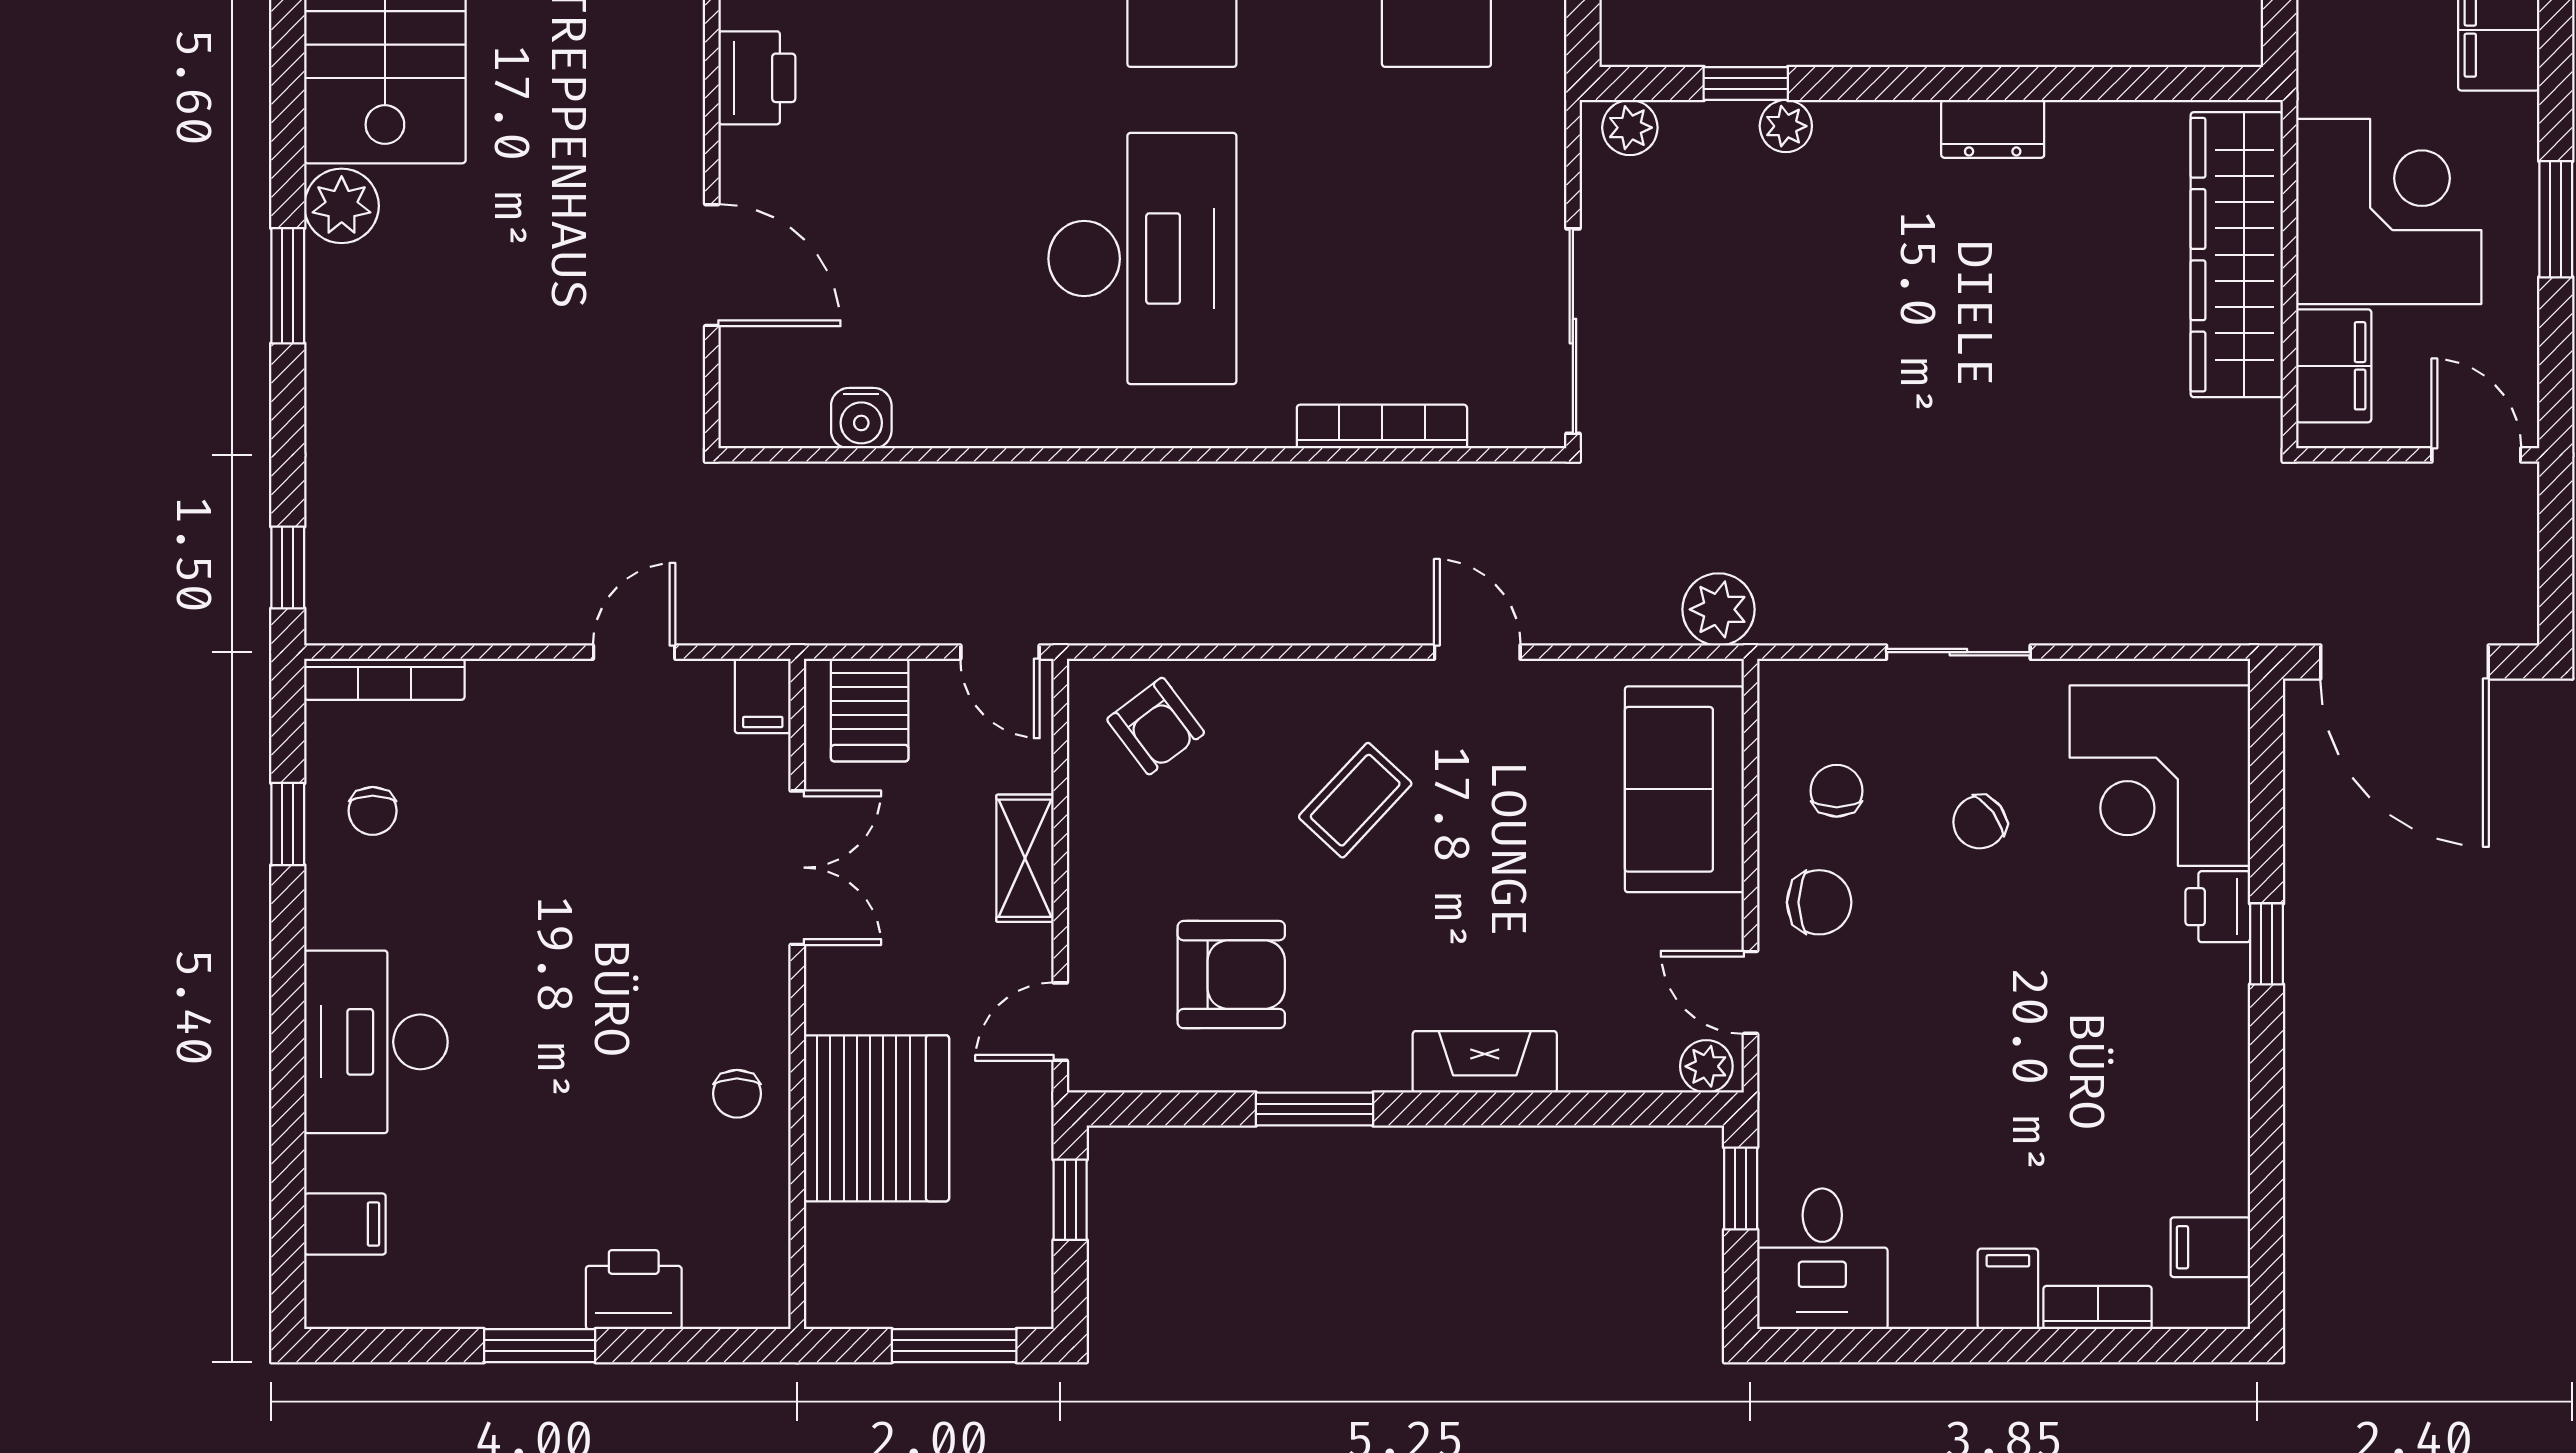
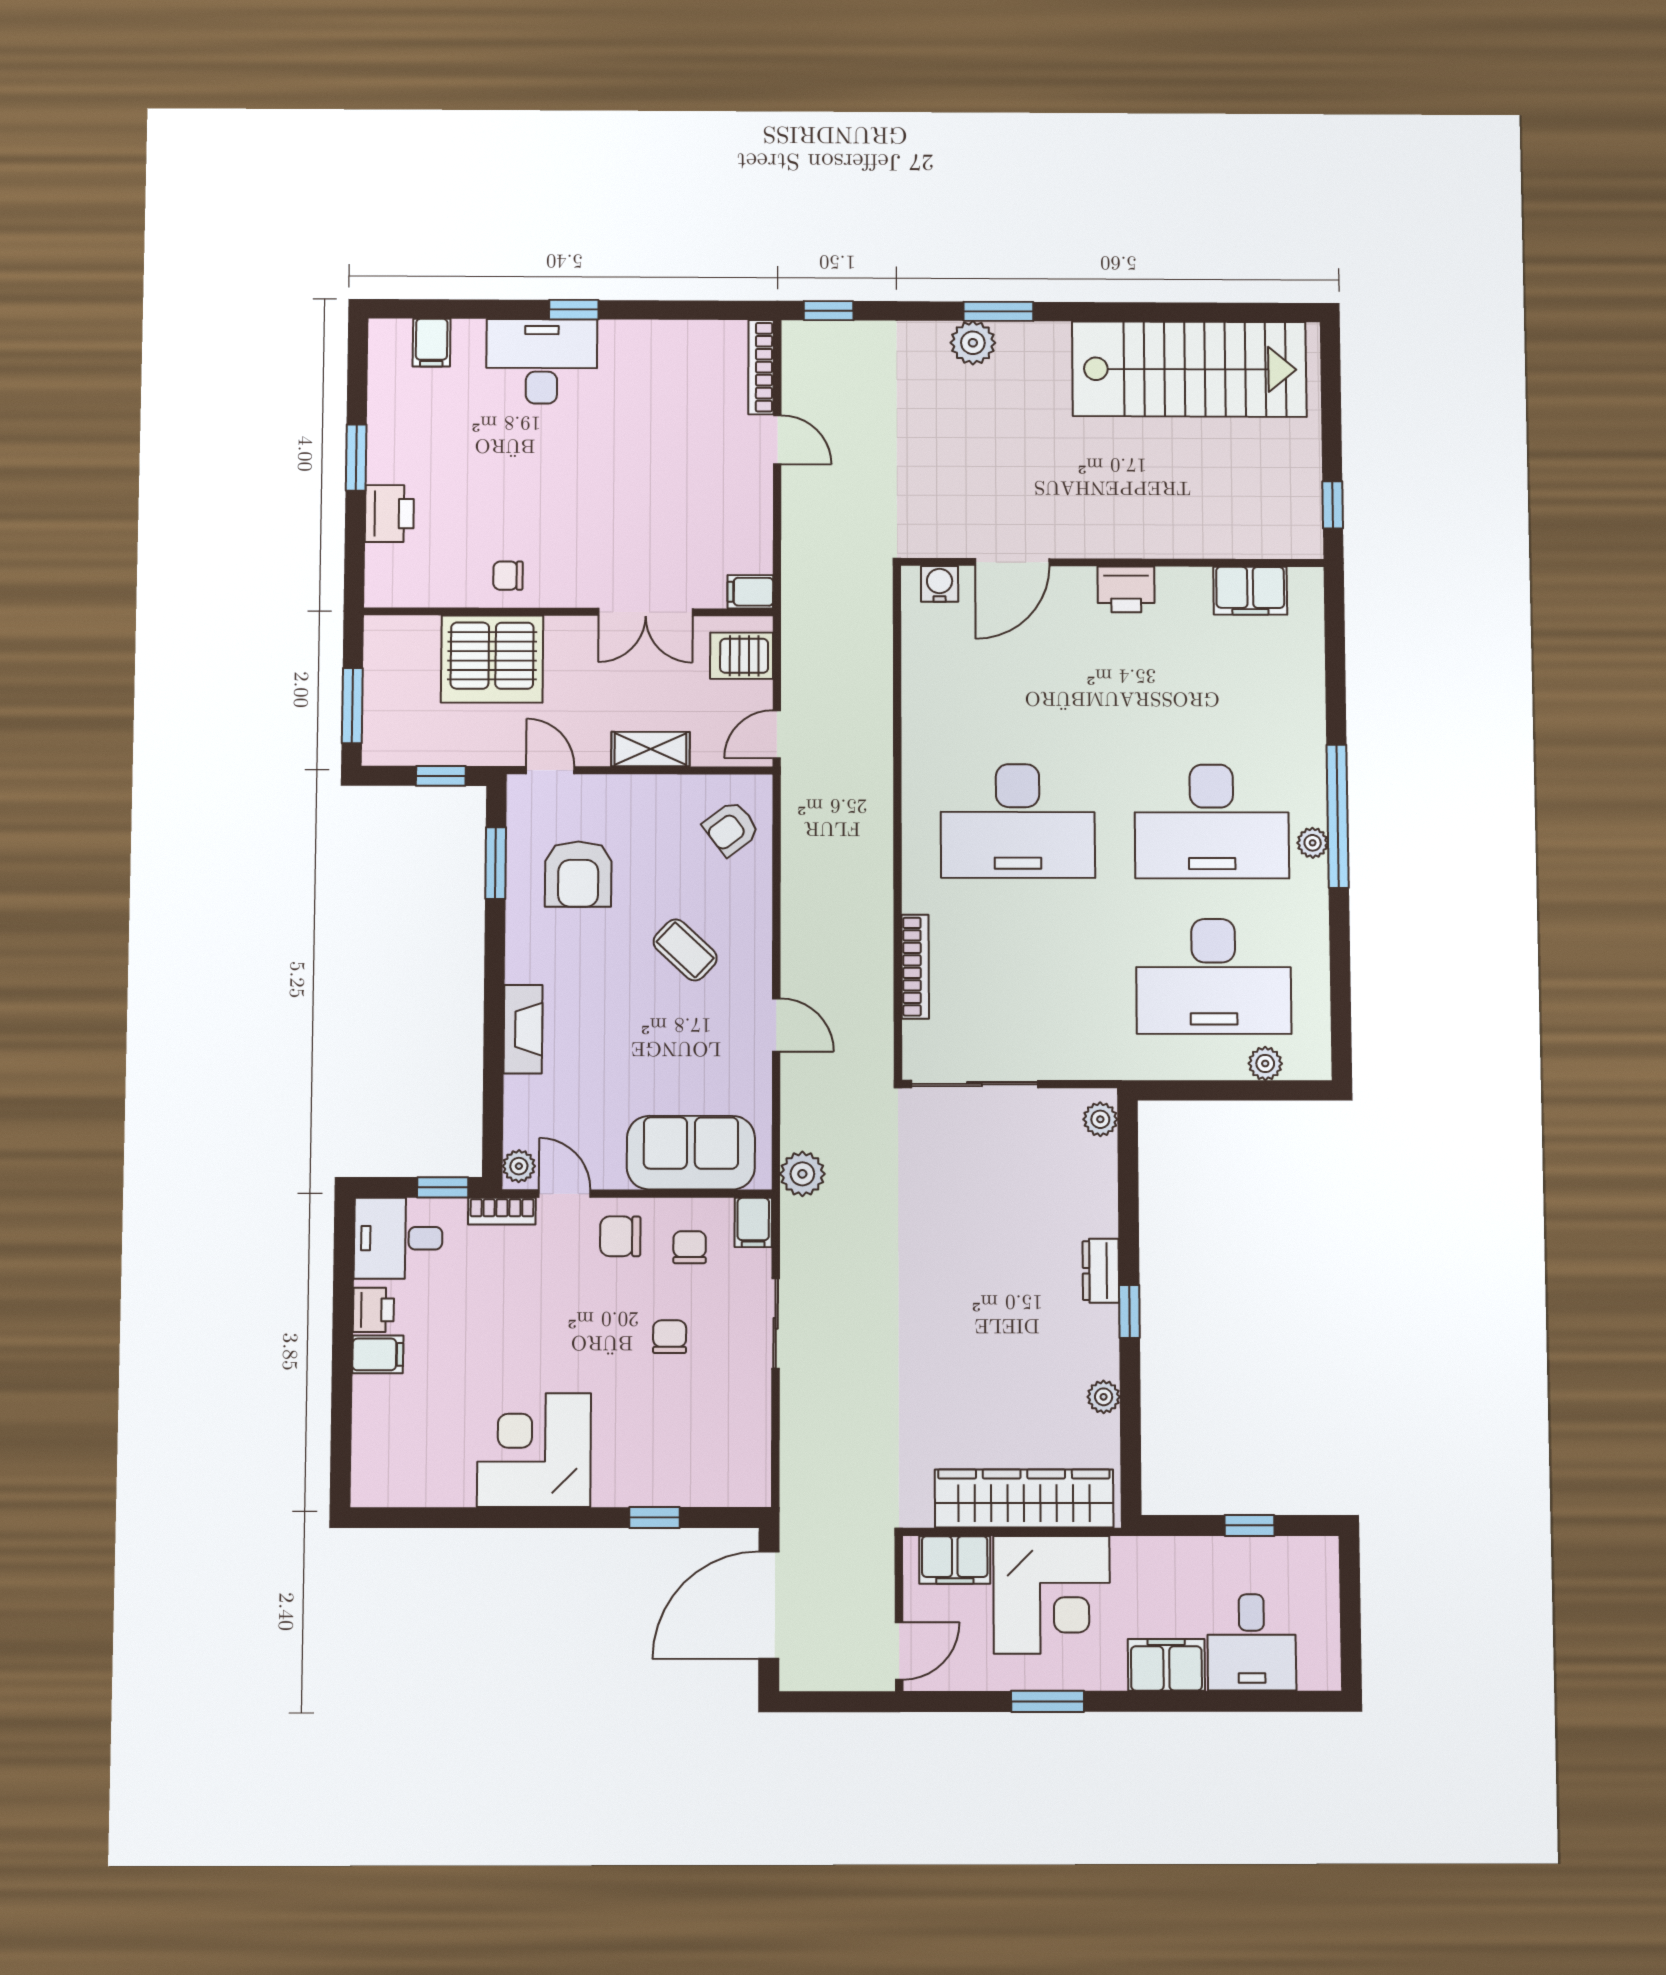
window: (1746, 83) -> (1129, 1311), moved
plant: (1786, 126) -> (1104, 1397), moved
dresser: (1993, 129) -> (1101, 1271), moved
plant: (342, 206) -> (973, 343), moved
water cooler: (861, 418) -> (940, 584), moved, turned 90
door: (634, 652) -> (777, 440), moved
door: (1477, 652) -> (776, 1025), hinge flipped
corner desk: (2160, 776) -> (534, 1450), moved
chair: (1837, 791) -> (690, 1247), turned -90
chair: (373, 811) -> (681, 360), removed
chair: (1980, 822) -> (670, 1337), turned 37
window: (288, 824) -> (574, 310), moved
chair: (1819, 902) -> (620, 1236), turned 90
printer: (2218, 907) -> (373, 1310), moved, turned 90
window: (2266, 944) -> (654, 1518), moved
door: (1750, 992) -> (565, 1194), hinge flipped
window: (1314, 1109) -> (496, 863), moved
filing cabinet: (2210, 1247) -> (753, 1222), moved, turned 180
bookcase: (2098, 1308) -> (502, 1211), moved, turned 90

